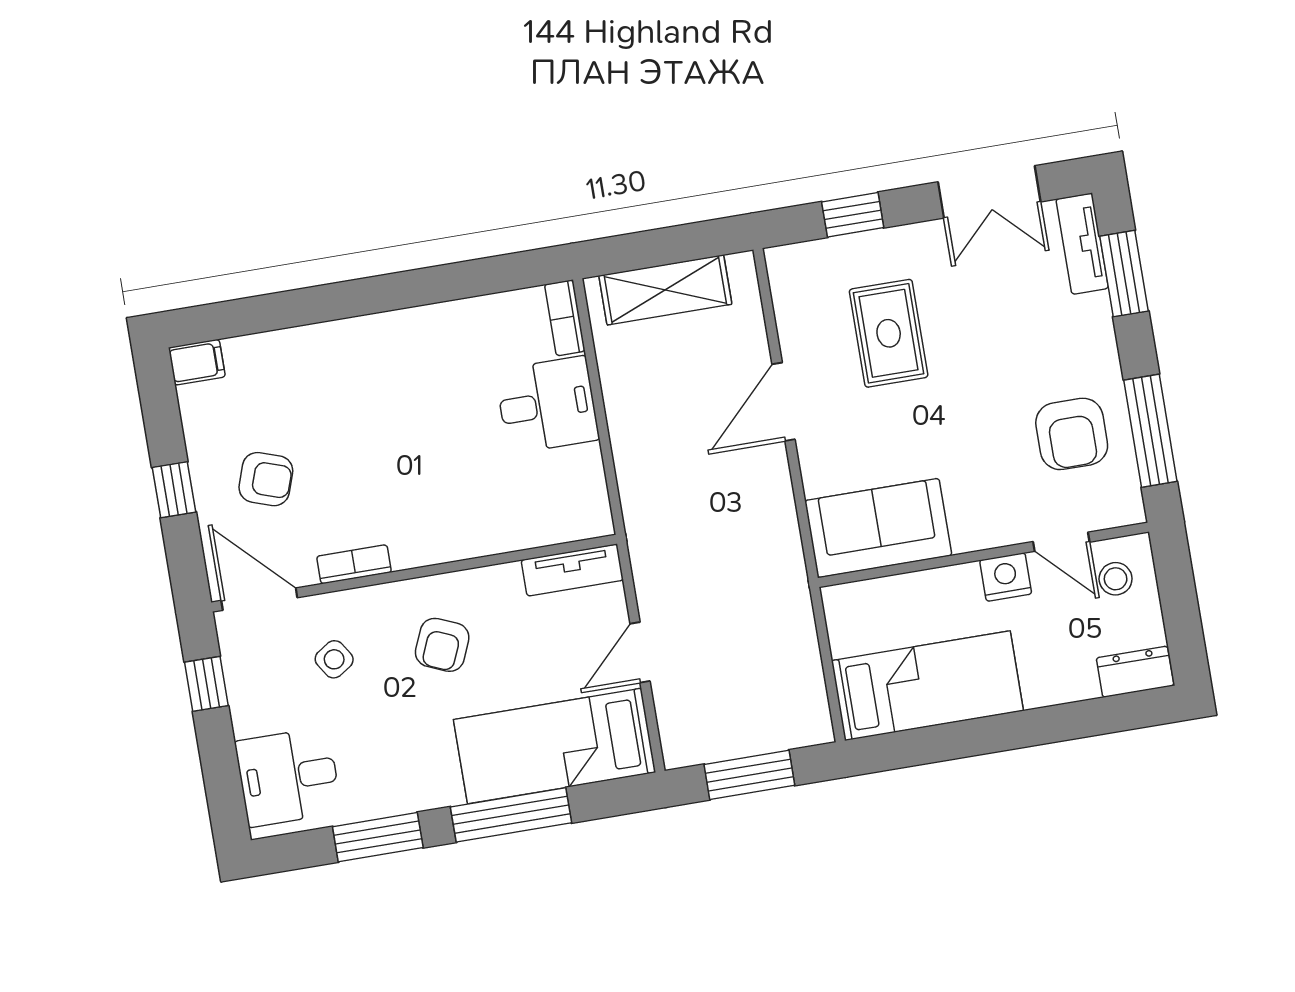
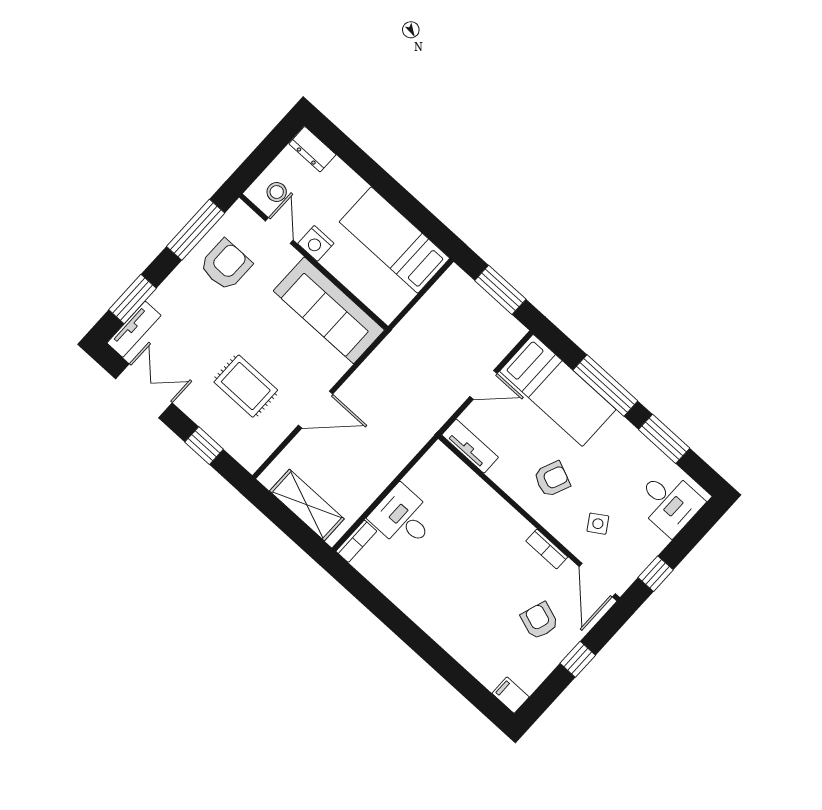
rug: (889, 333) -> (246, 386), turned 90
sofa: (878, 528) -> (329, 310), width x1.36

